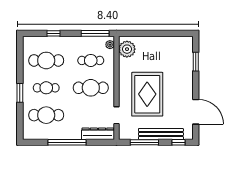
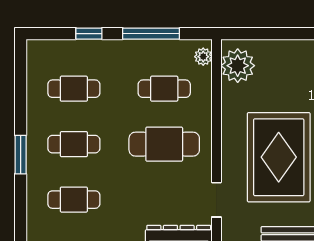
window: (95, 33) -> (151, 34), moved
cafe table: (46, 60) -> (74, 89), width x0.73, depth x0.74
cafe table: (46, 115) -> (74, 200), width x0.73, depth x0.74

